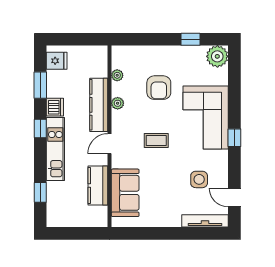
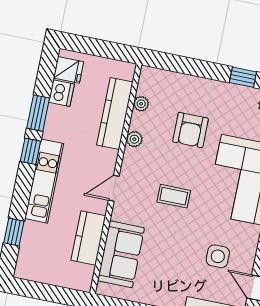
window: (40, 85) -> (38, 113), moved
kitchen counter: (99, 105) -> (115, 113), moved
dishwasher: (55, 107) -> (61, 93), moved

